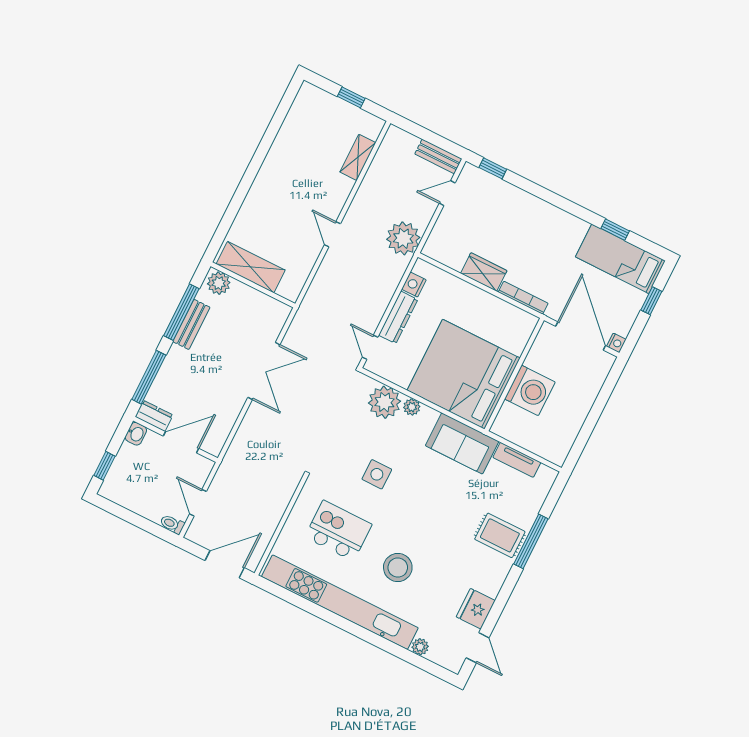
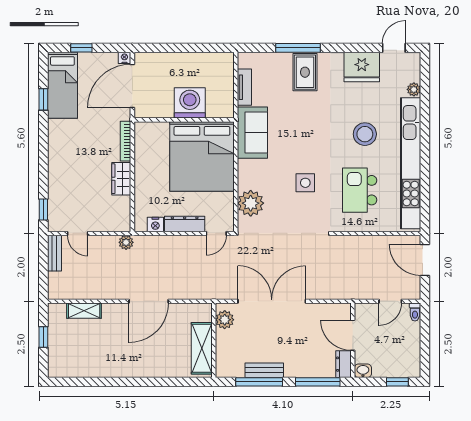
door: (332, 234) -> (149, 301), width x1.88
plant: (403, 238) -> (126, 242), width x0.53, depth x0.53
plant: (219, 283) -> (225, 320), moved
double door: (264, 371) -> (272, 301), width x1.36
plant: (412, 407) -> (244, 182), removed
fridge: (476, 609) -> (362, 67), width x1.36, depth x1.34

